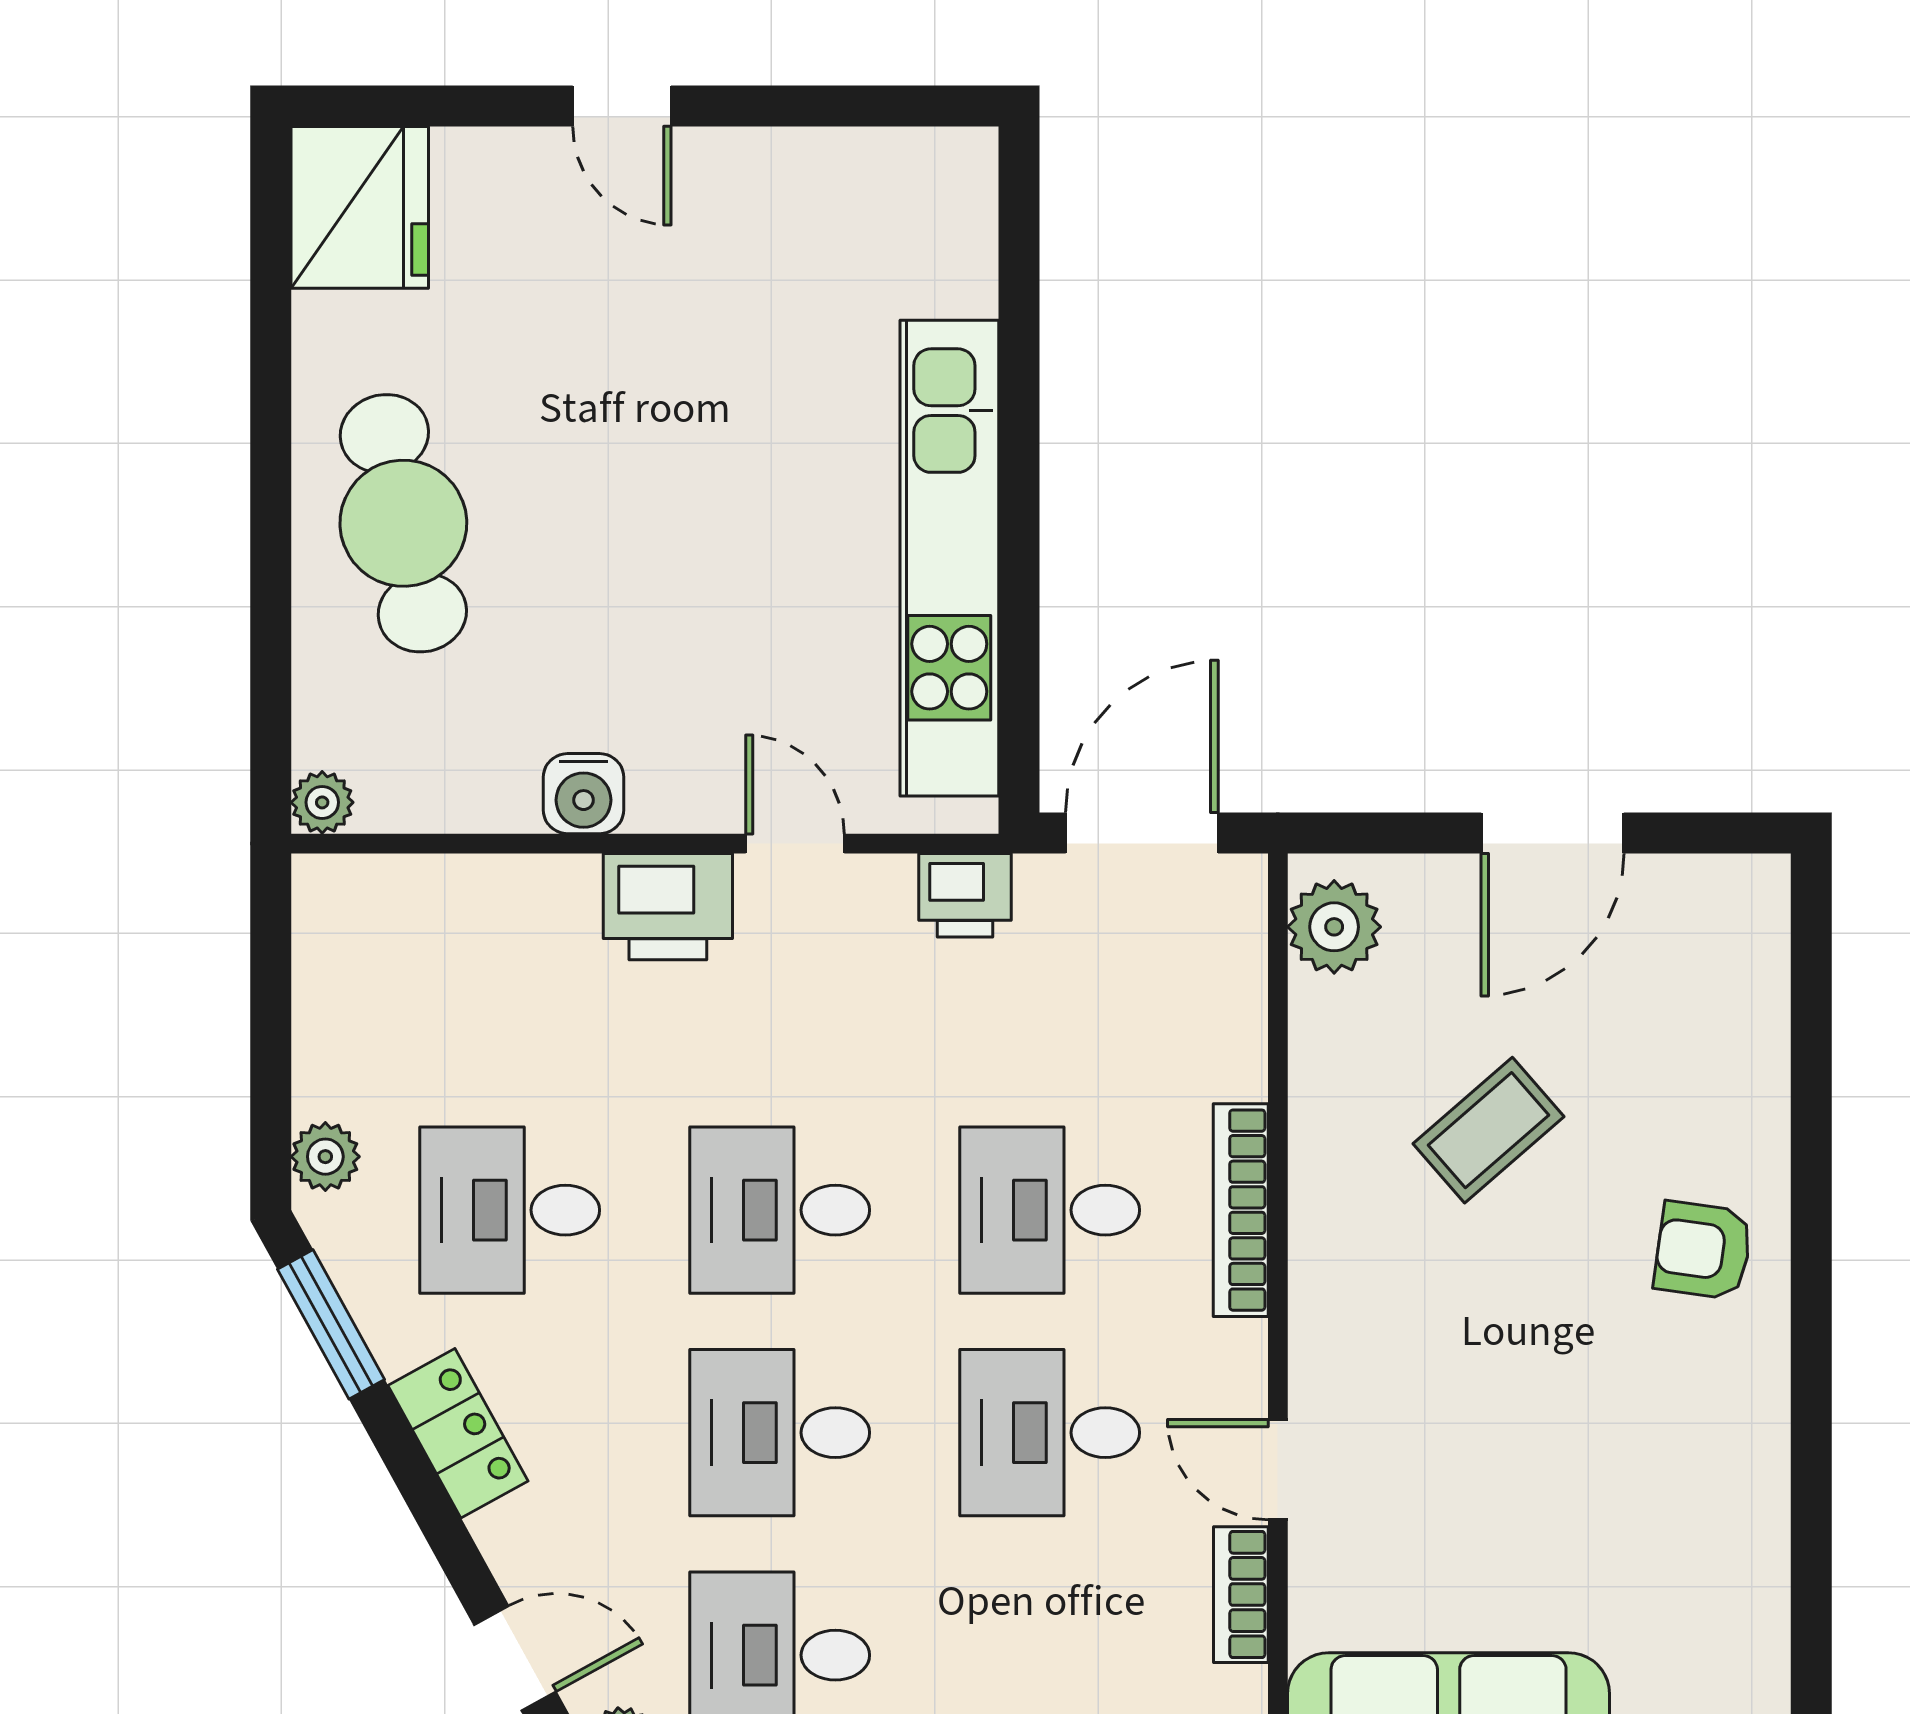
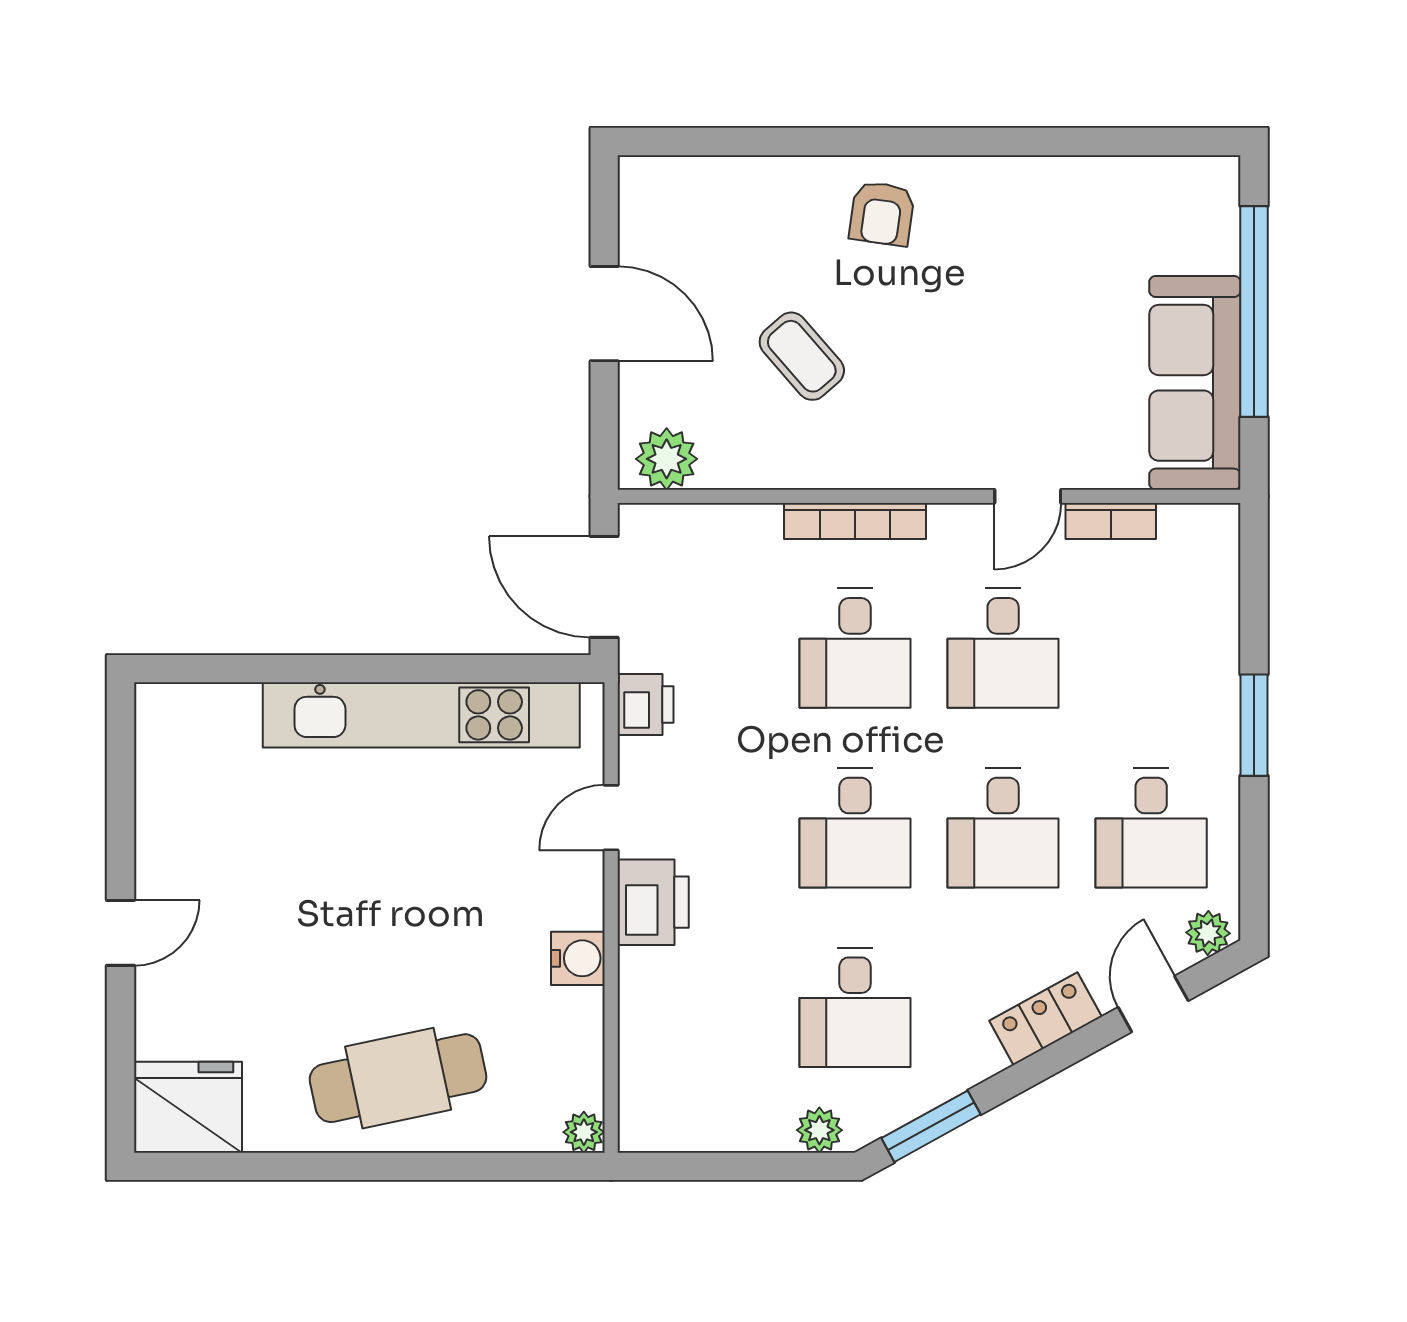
locker: (458, 1433) -> (1045, 1019), moved

